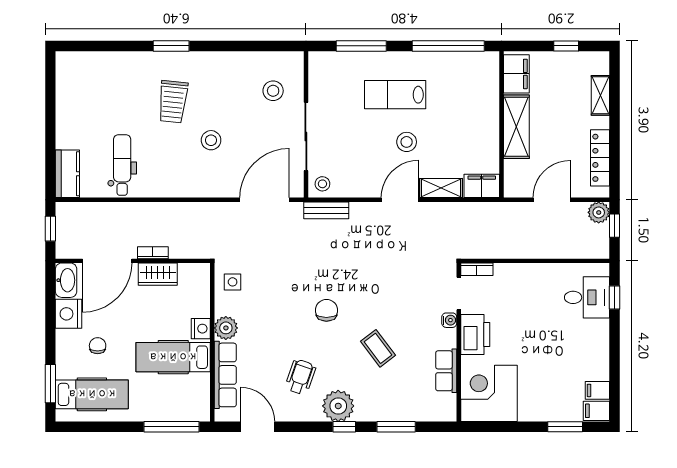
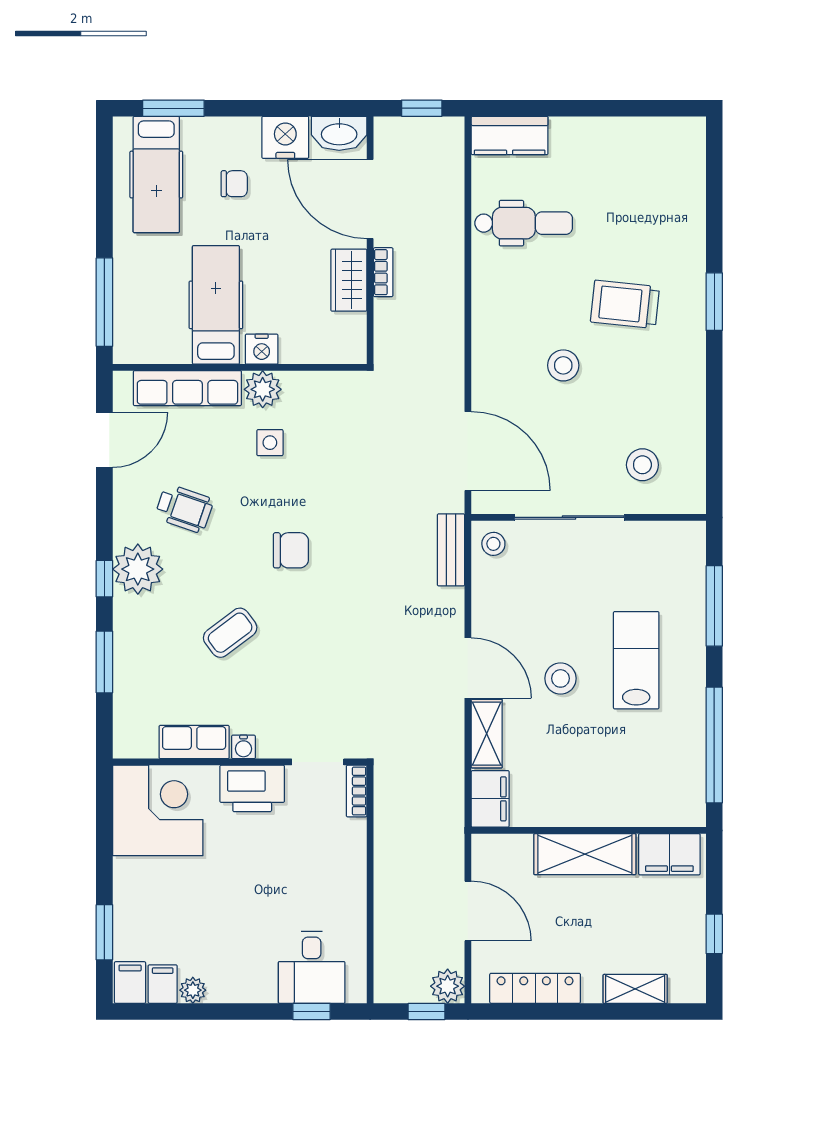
side table: (233, 282) -> (270, 443), moved
water cooler: (449, 320) -> (243, 747), moved
plant: (601, 372) -> (193, 990), added

